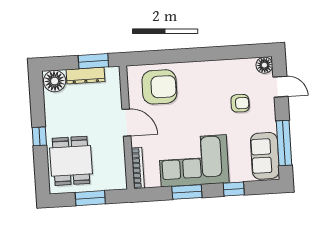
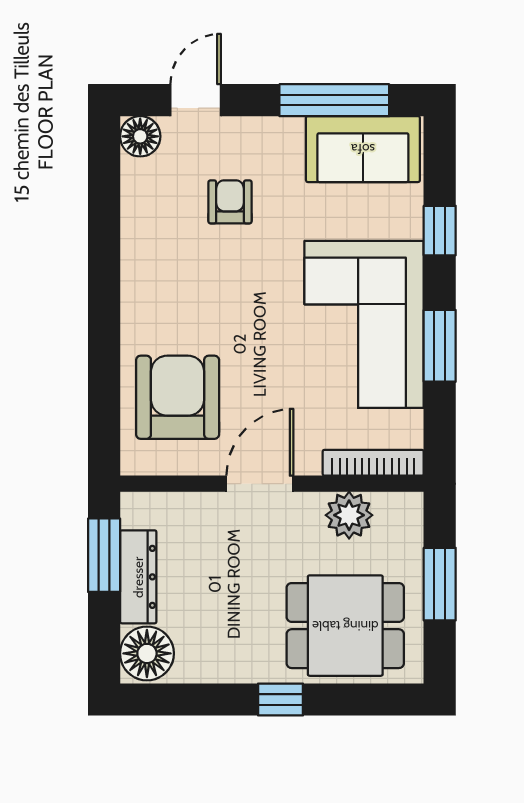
plant: (116, 160) -> (349, 515), added

